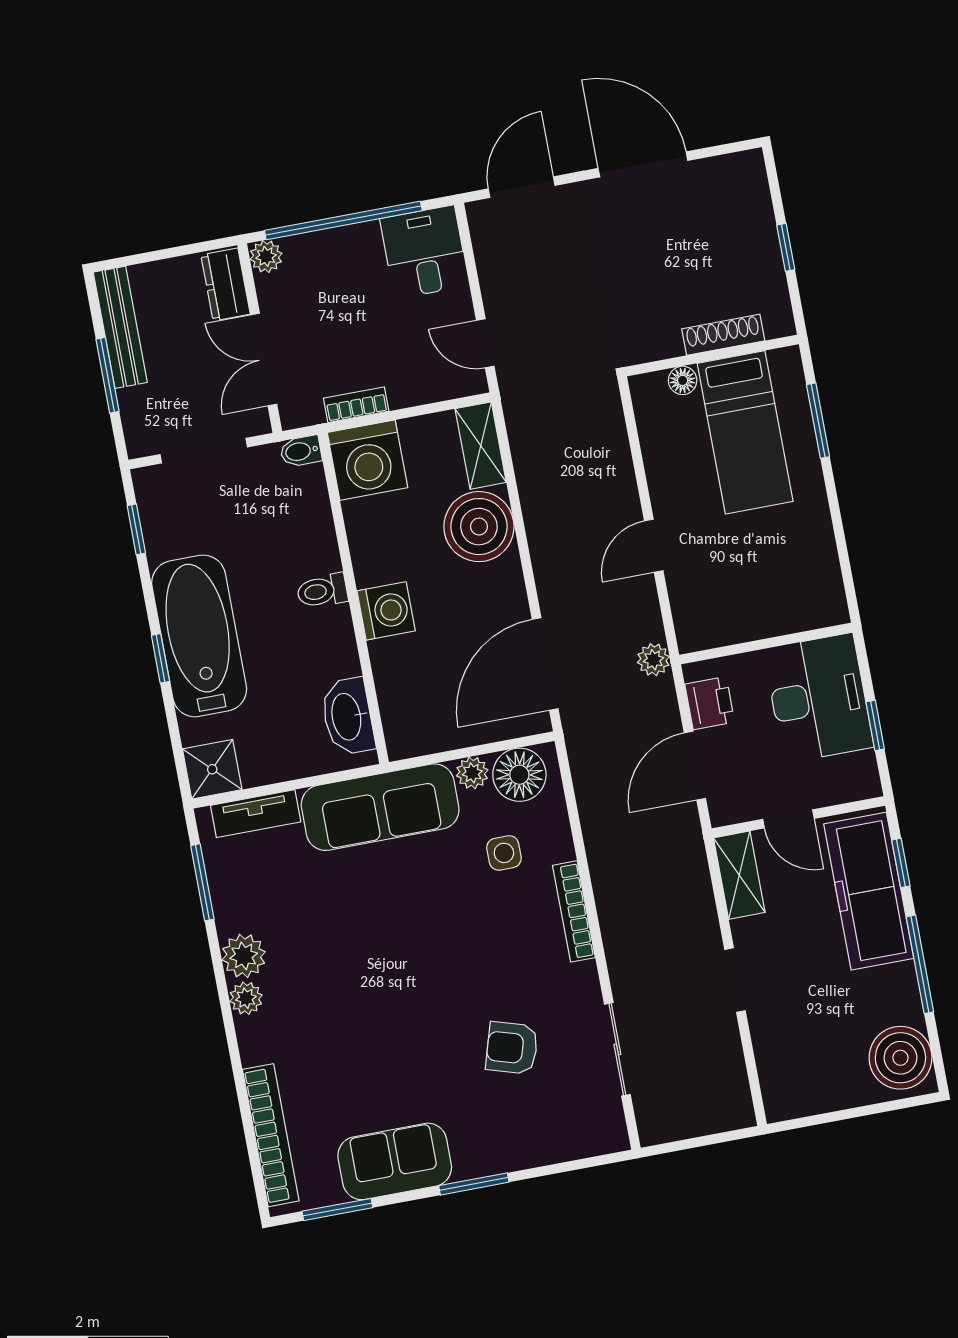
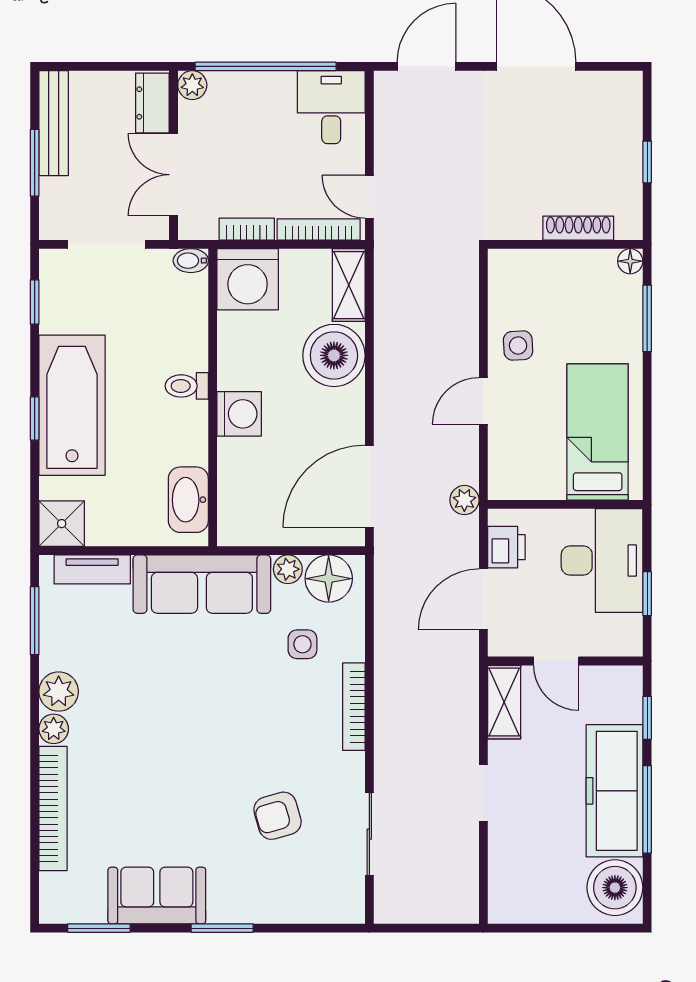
floor lamp: (683, 380) -> (630, 261), moved
bookcase: (436, 390) -> (319, 229), added
bed: (745, 432) -> (598, 432), moved, turned 180
side table: (681, 477) -> (518, 346), added
freezer: (869, 891) -> (614, 791), moved
armchair: (512, 1048) -> (278, 816), turned -33
bookcase: (271, 1135) -> (53, 809), moved

